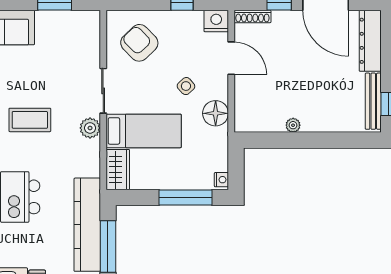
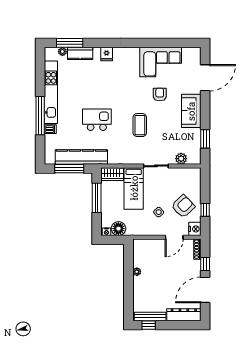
armchair: (139, 43) -> (183, 206), moved
floor lamp: (216, 113) -> (118, 229), moved
plant: (90, 128) -> (181, 159), moved
window: (186, 197) -> (97, 198), moved

